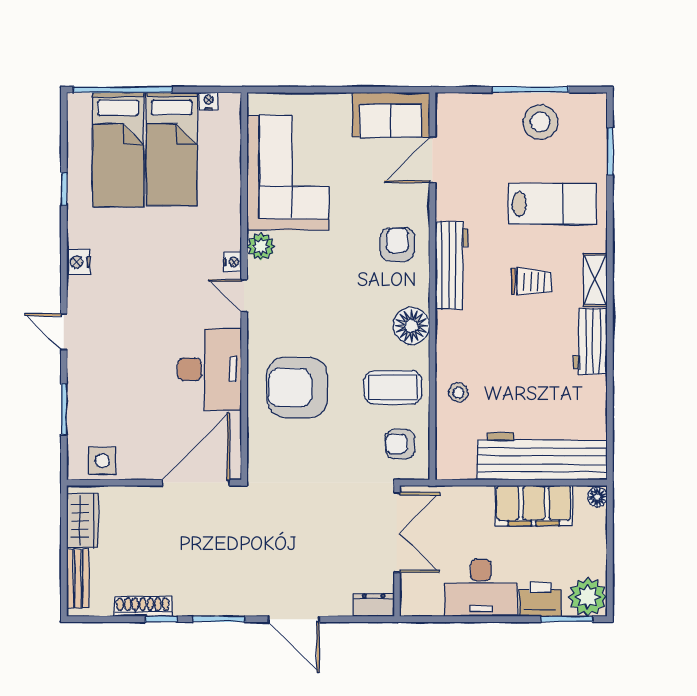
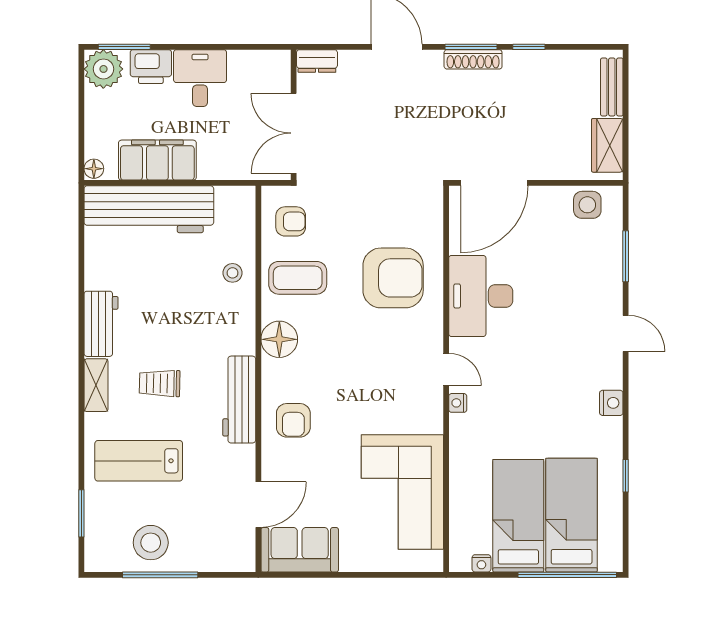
plant: (261, 246) -> (429, 418), removed
desk: (481, 588) -> (200, 78), width x0.73
shoe rack: (143, 607) -> (473, 59), moved

